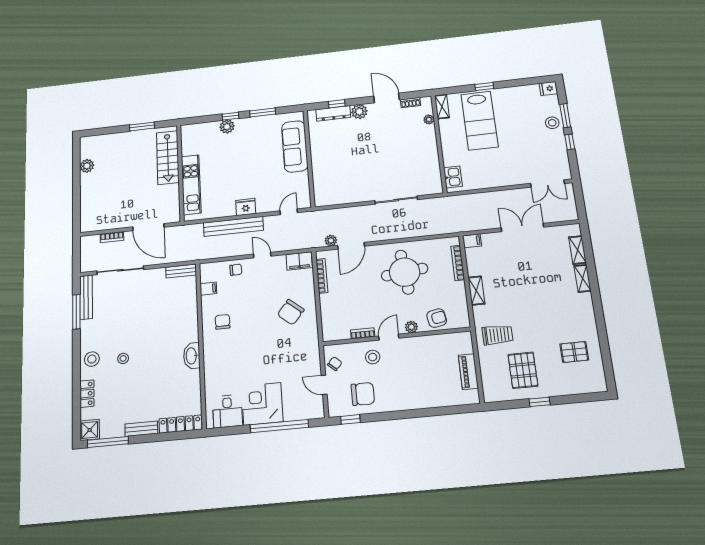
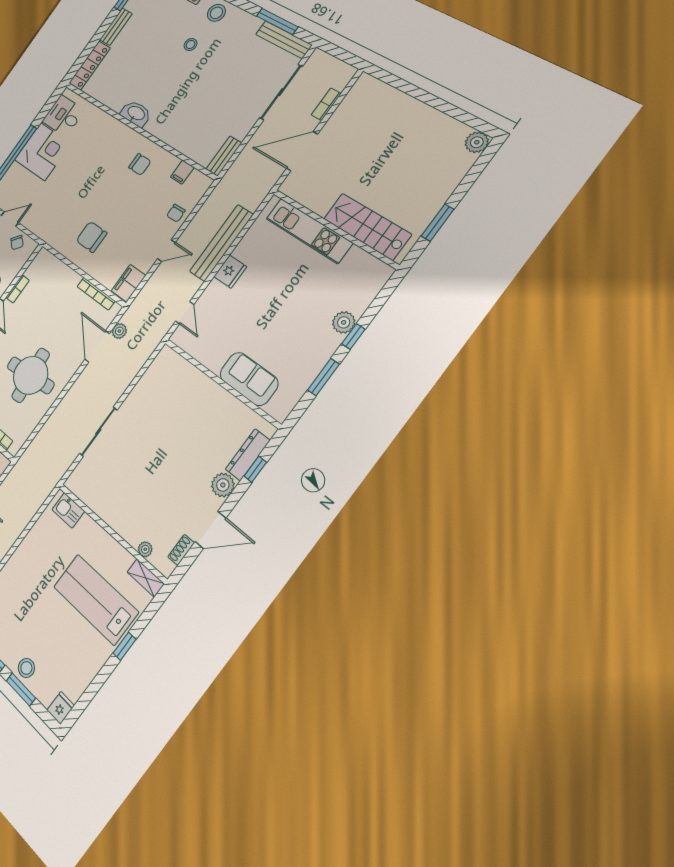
sofa: (295, 146) -> (249, 379), width x0.73
plant: (87, 166) -> (477, 142), moved
chair: (291, 312) -> (91, 237), turned -40

